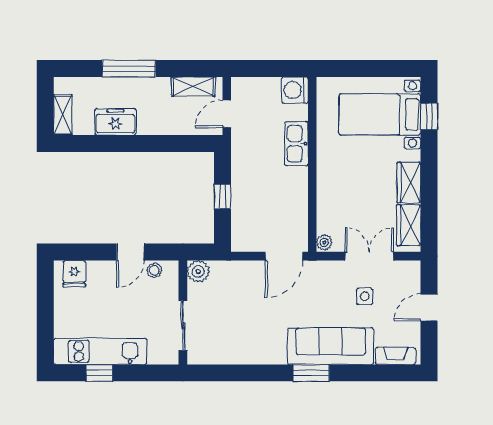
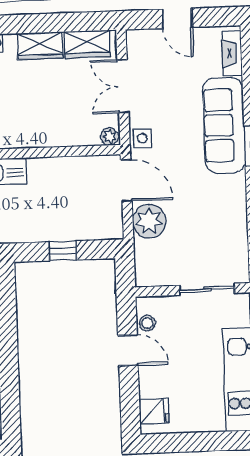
plant: (198, 271) -> (149, 221), moved, width x1.36, depth x1.36
side table: (365, 296) -> (142, 138), moved

